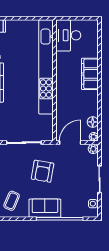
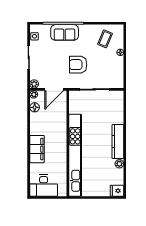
desk: (68, 35) -> (44, 186), moved, turned 90
armchair: (43, 171) -> (78, 65), turned -100
sofa: (45, 208) -> (65, 32), moved

